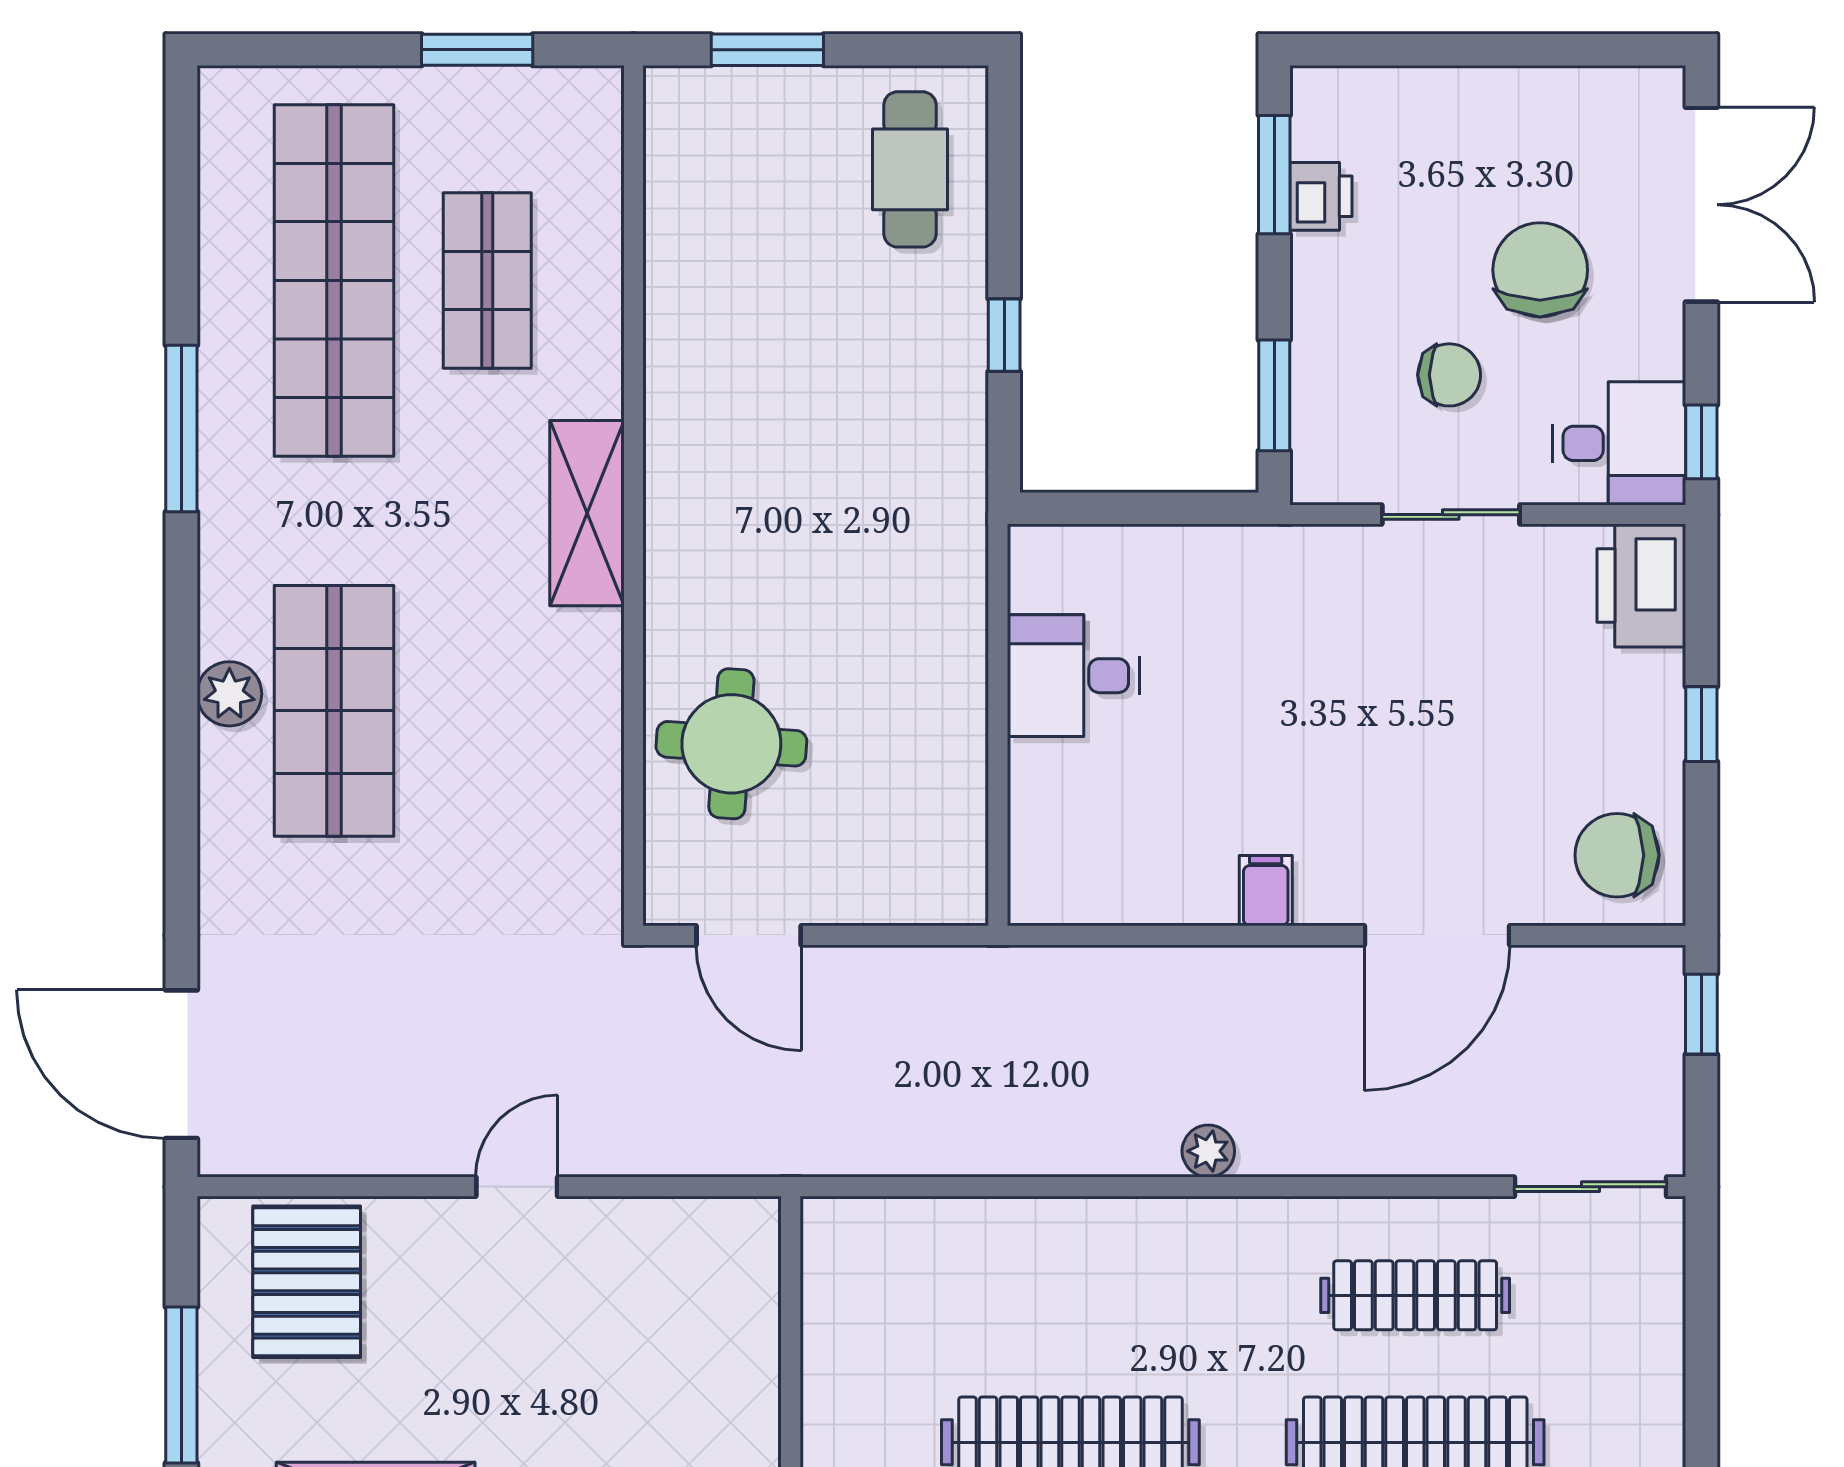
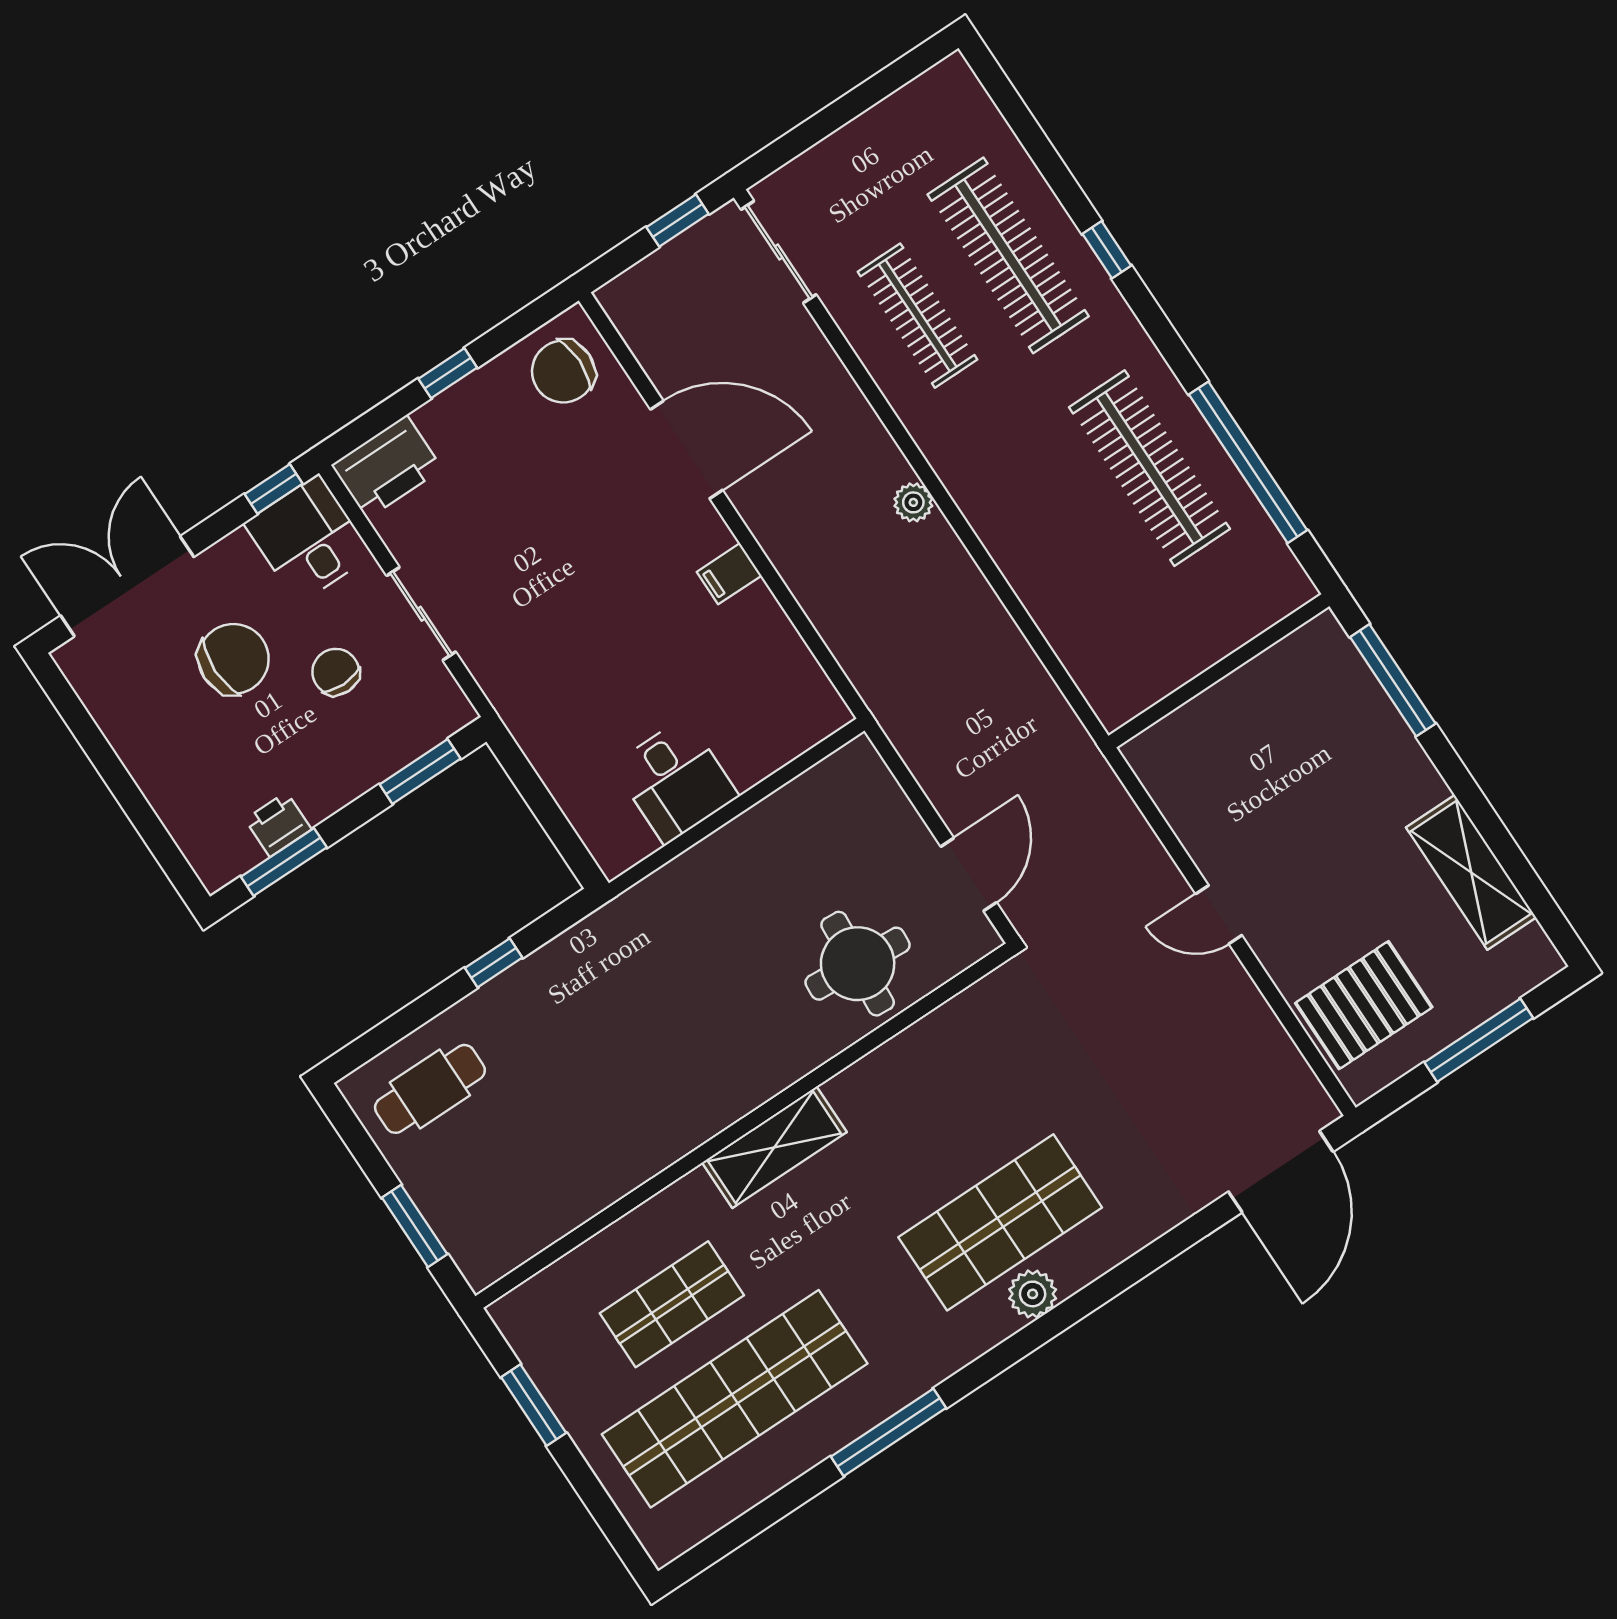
chair: (1540, 270) -> (234, 659), turned 180
chair: (1617, 855) -> (563, 371), turned 90
window: (1701, 1014) -> (678, 221), moved

